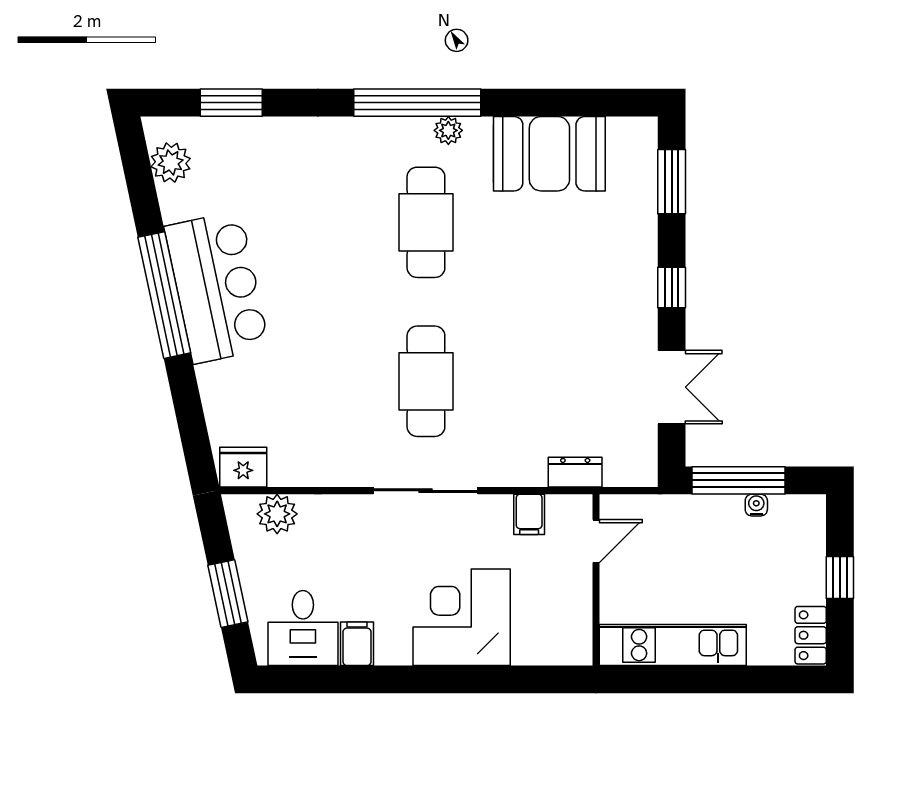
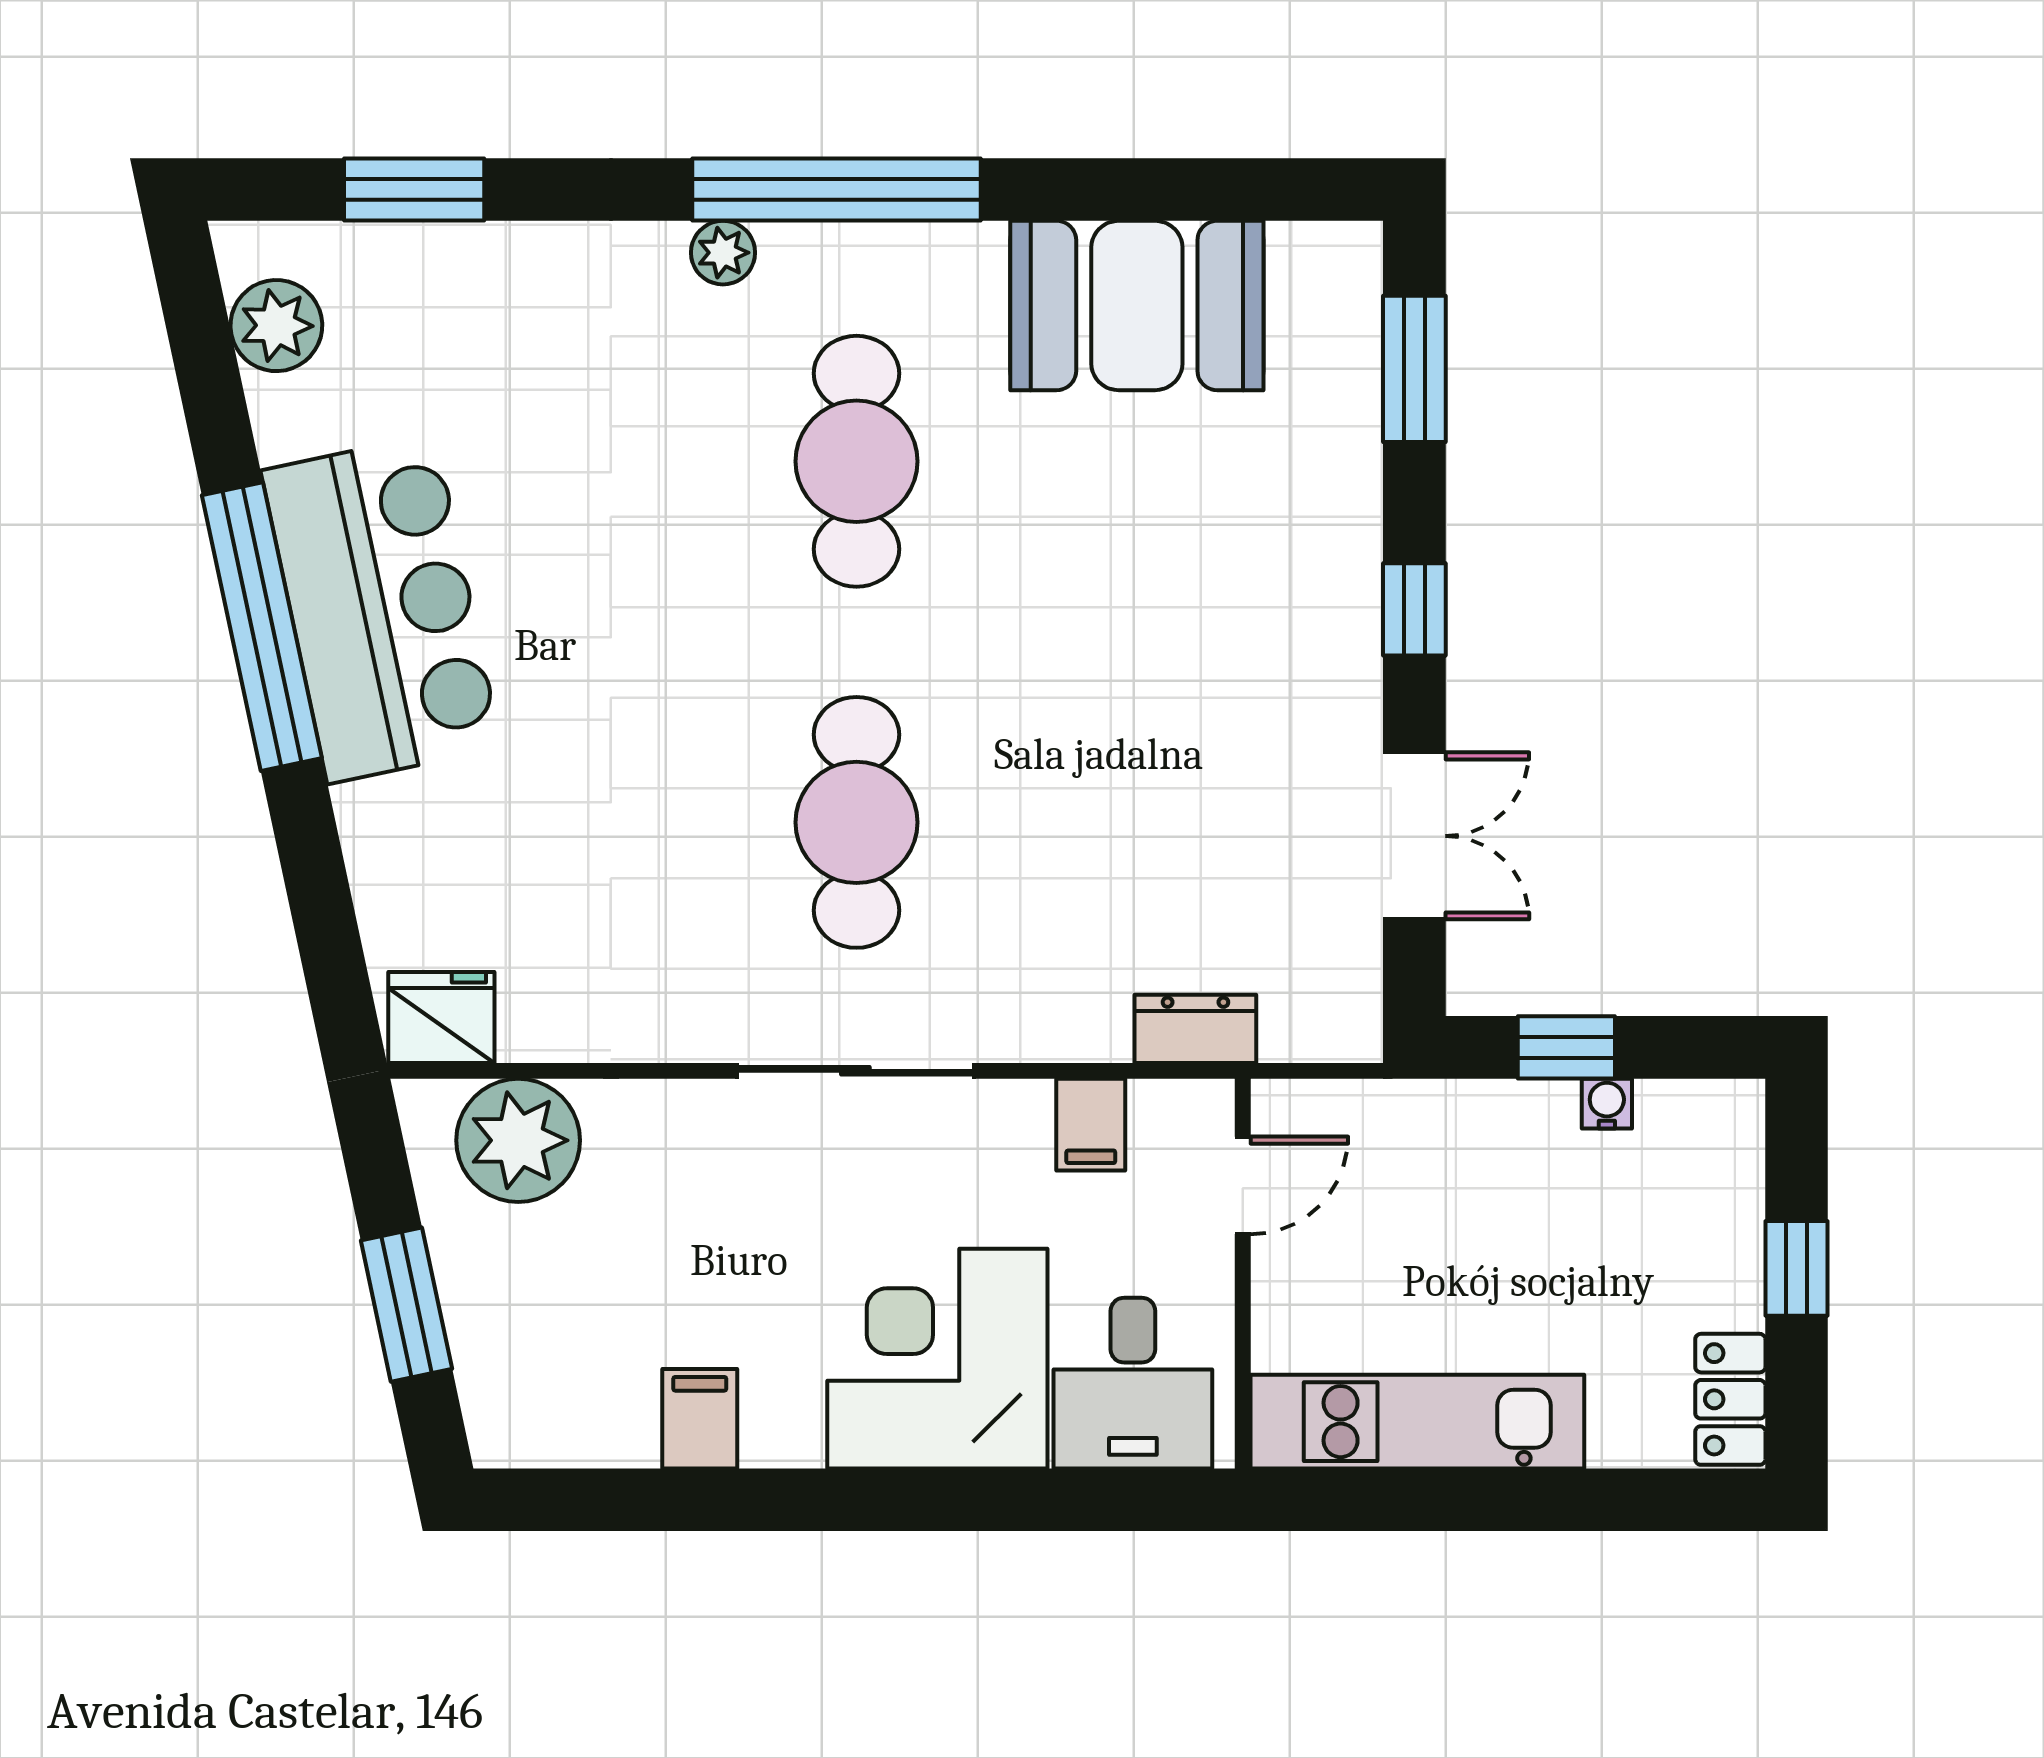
plant: (448, 130) -> (723, 253), moved
window: (738, 480) -> (1566, 1047), width x0.46
plant: (277, 514) -> (518, 1140), width x1.36, depth x1.36
desk: (303, 628) -> (1133, 1383), moved

